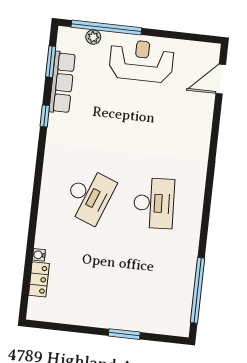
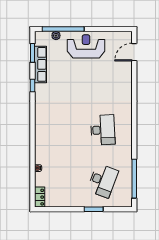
desk: (89, 196) -> (103, 181), moved
locker: (39, 279) -> (40, 197), moved

